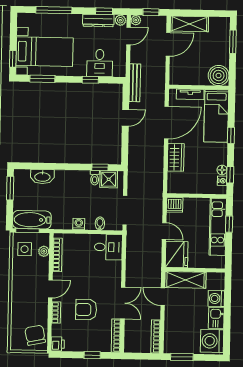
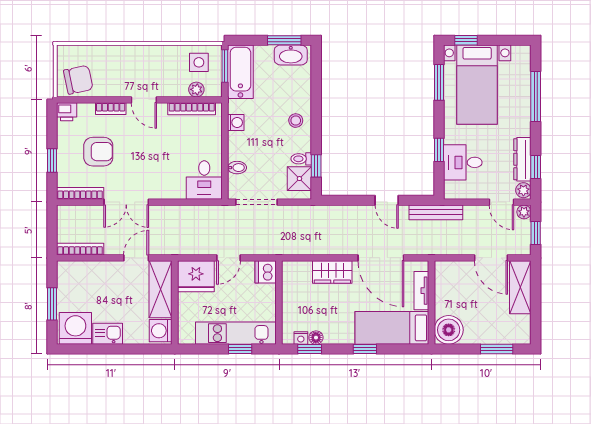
washbasin: (42, 177) -> (291, 55), moved, turned -90
stool: (67, 181) -> (296, 121), added
washing machine: (79, 224) -> (236, 122), moved
washing machine: (216, 298) -> (161, 331), moved, turned -90
armchair: (86, 310) -> (98, 152), moved, turned 90
window: (182, 357) -> (52, 304), moved

